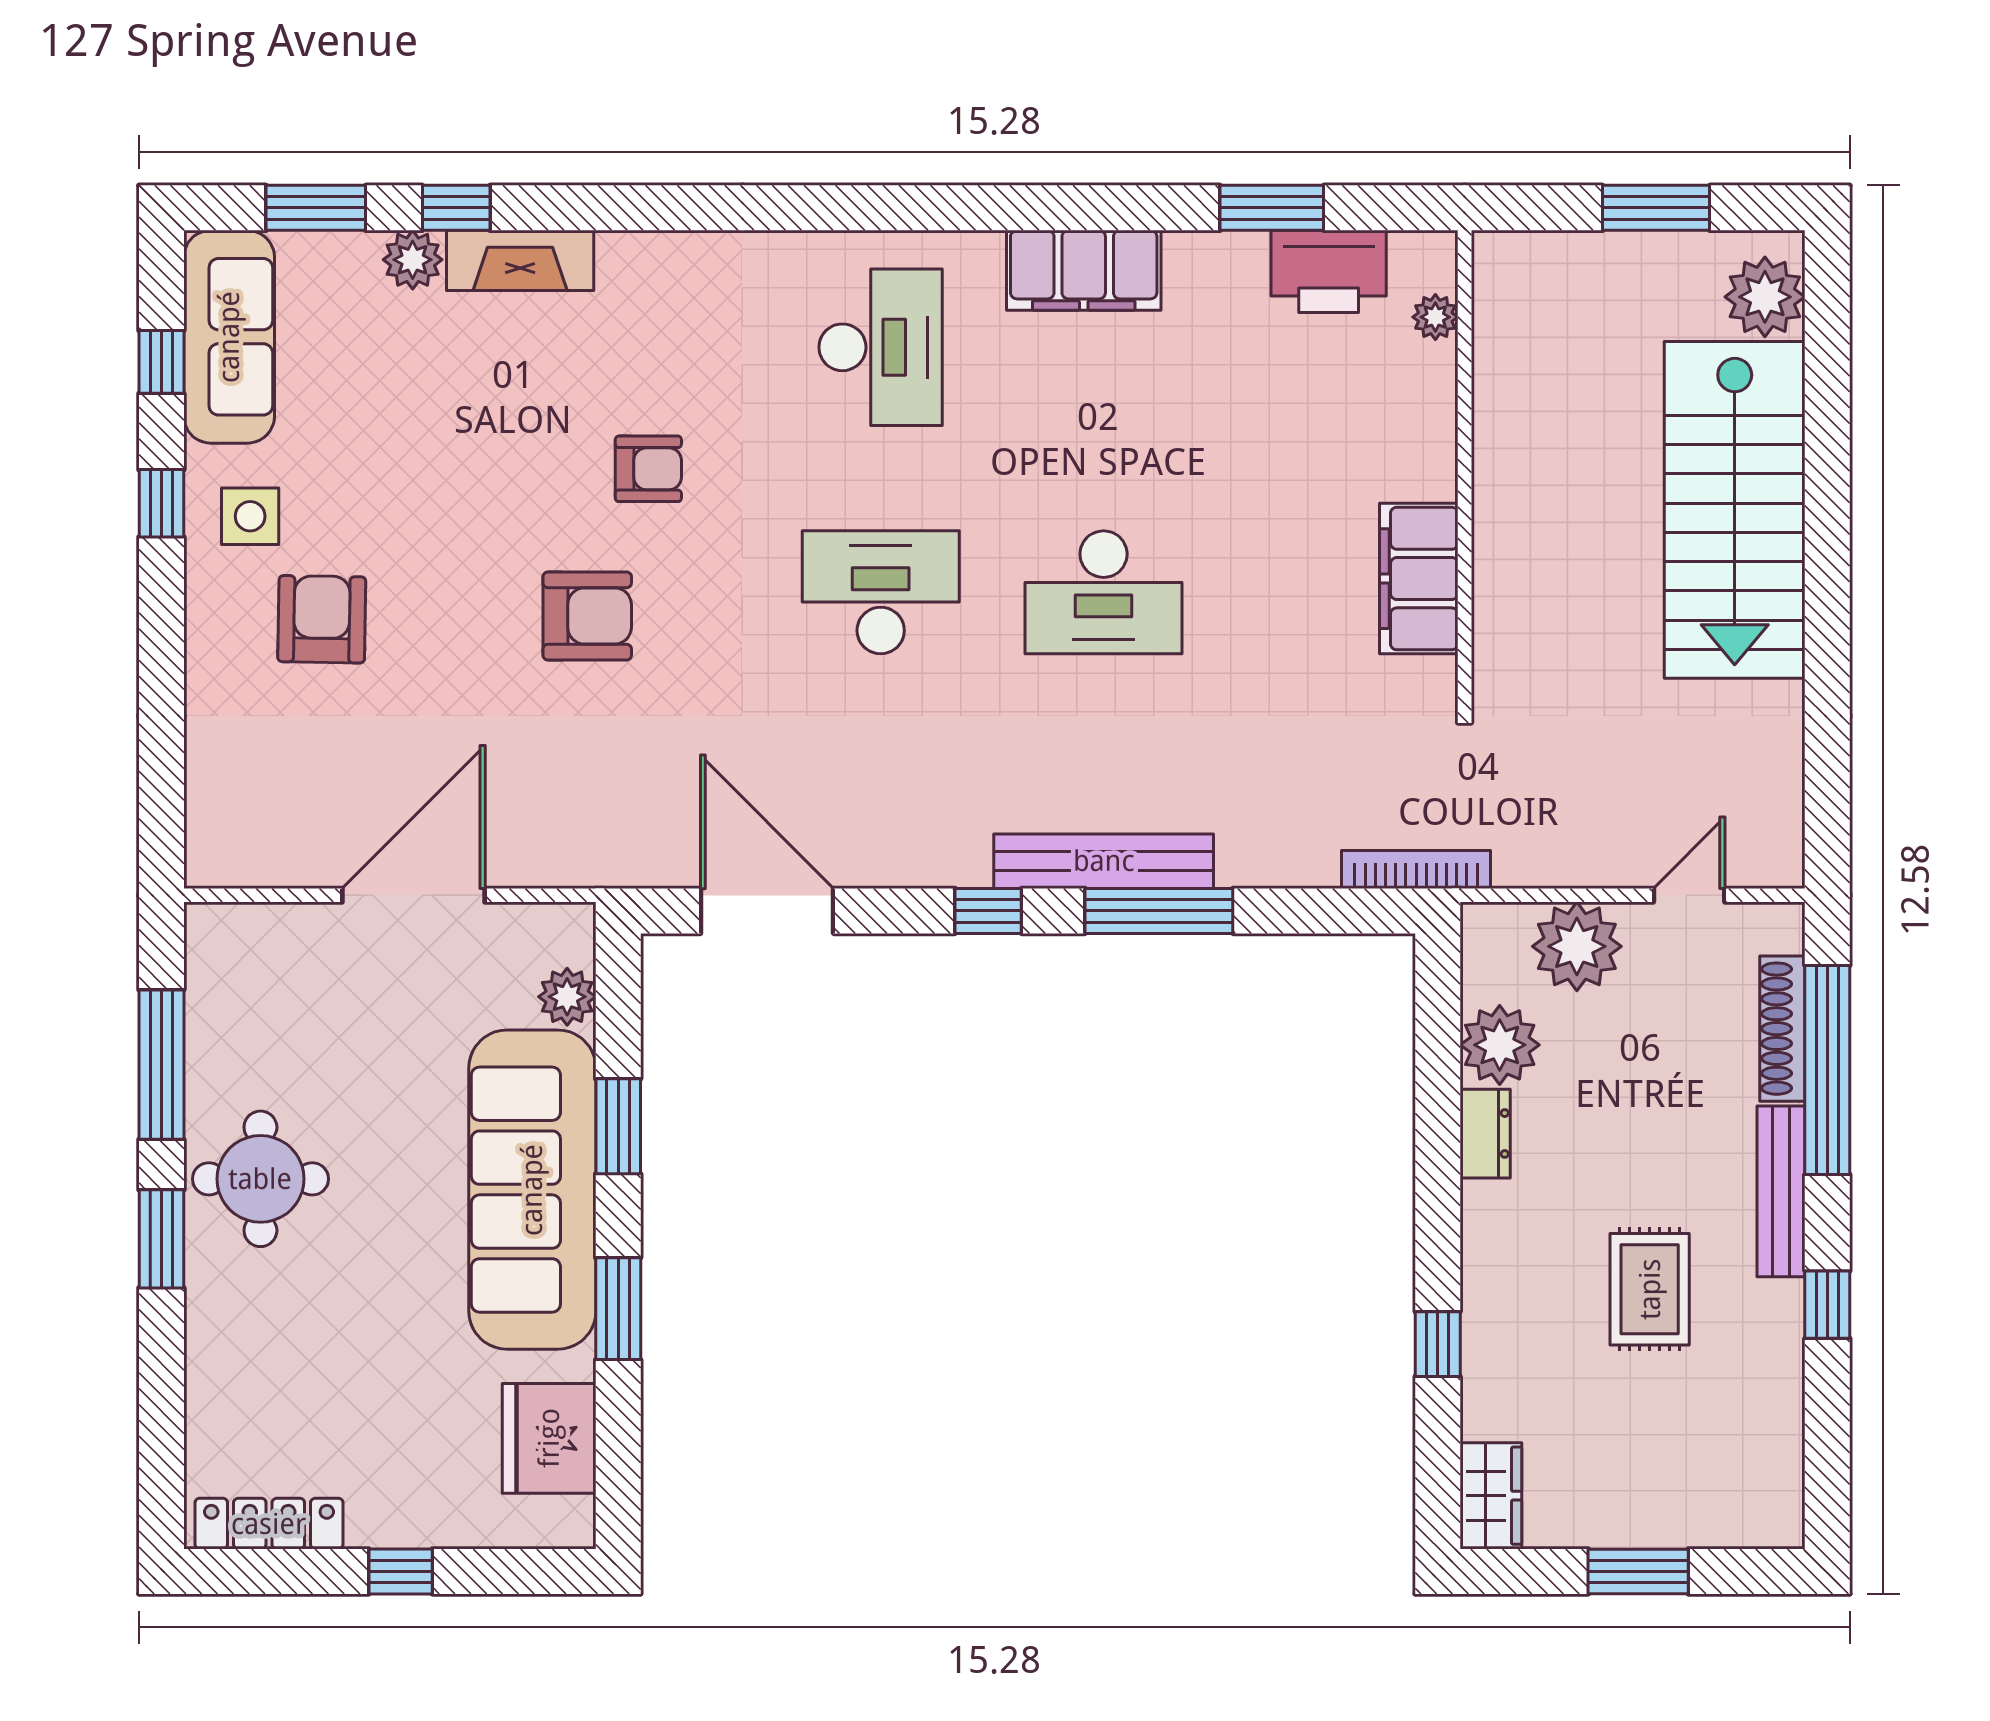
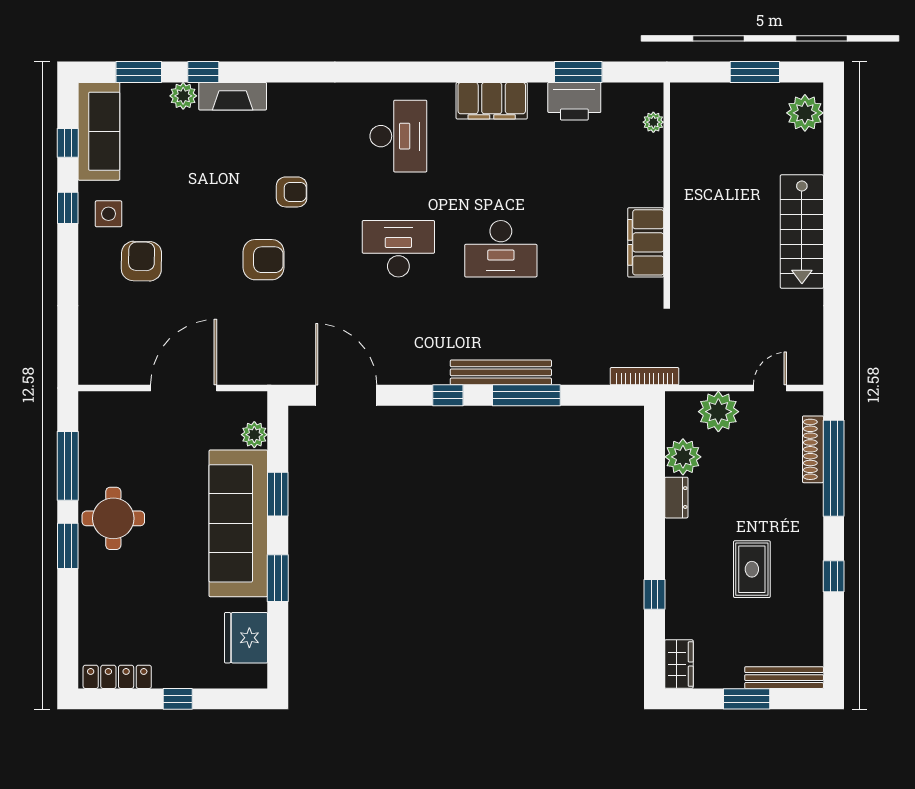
printer: (1329, 271) -> (574, 101), moved
stairs: (1735, 510) -> (802, 232), width x0.73, depth x0.66
bench: (1781, 1191) -> (784, 678), moved, turned 90

